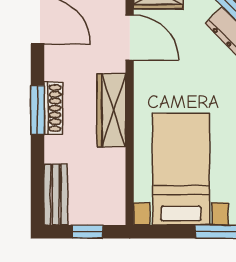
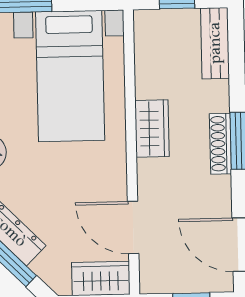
wardrobe: (111, 110) -> (152, 128), width x0.67

